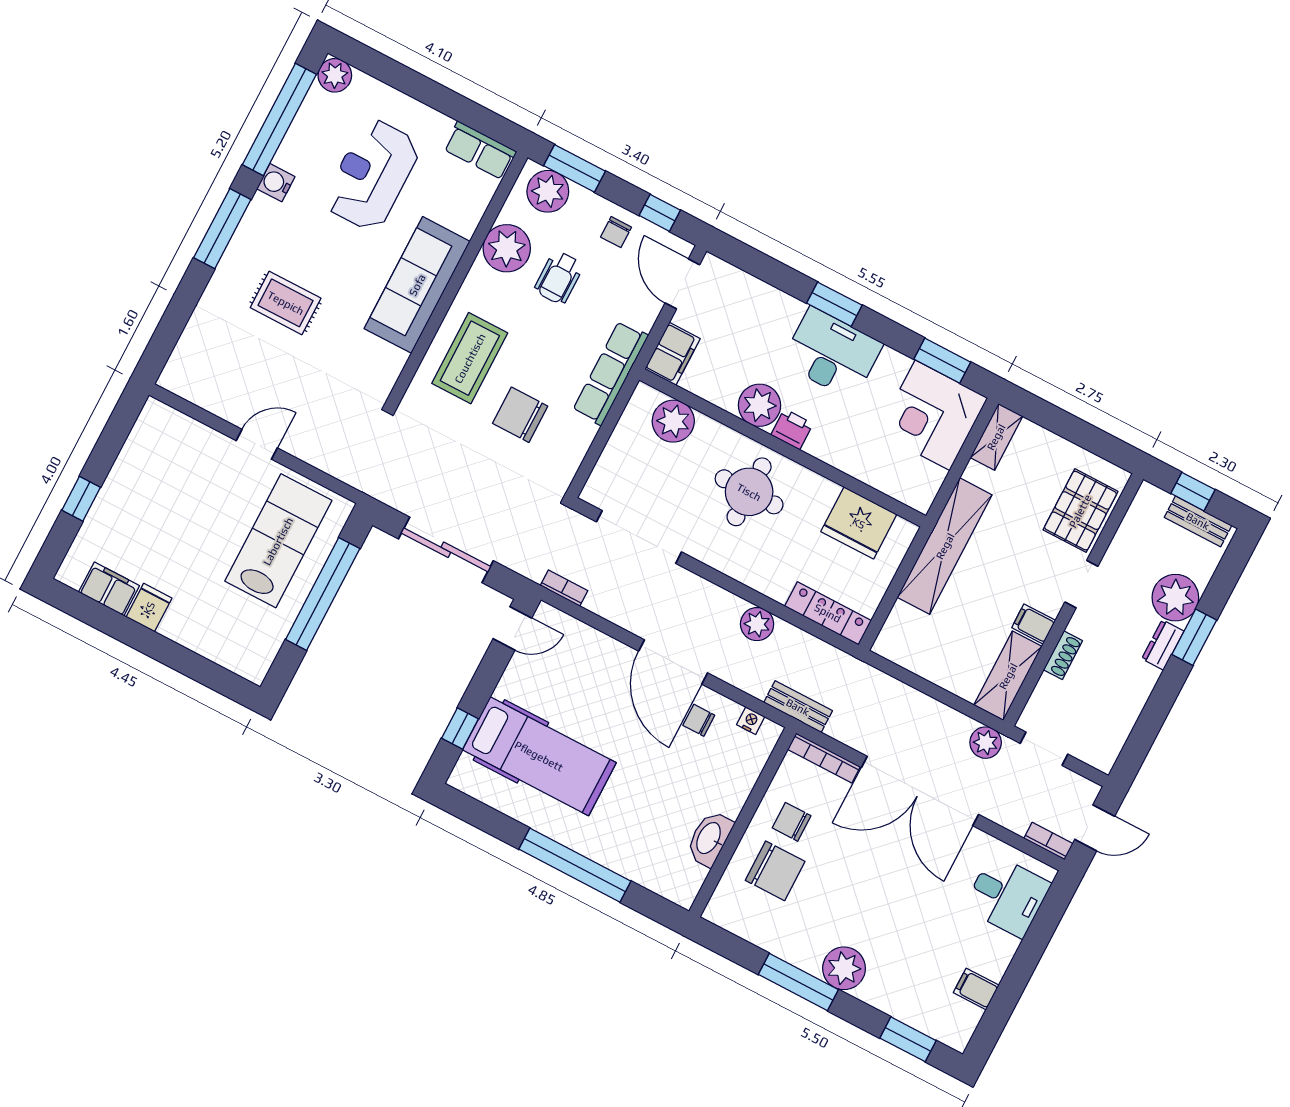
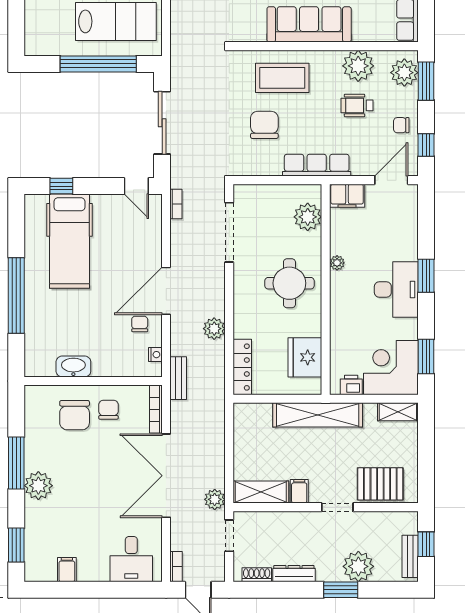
plant: (760, 405) -> (337, 263), width x0.53, depth x0.53
printer: (792, 429) -> (351, 385), moved, turned -90
dresser: (1163, 645) -> (294, 574), moved, width x1.44
shoe rack: (1063, 655) -> (257, 575), moved, turned 180

